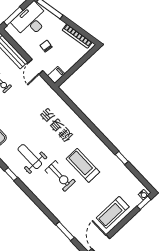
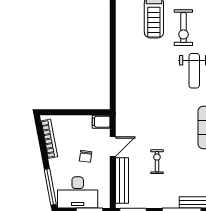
exercise bike: (60, 176) -> (183, 28), turned 180

